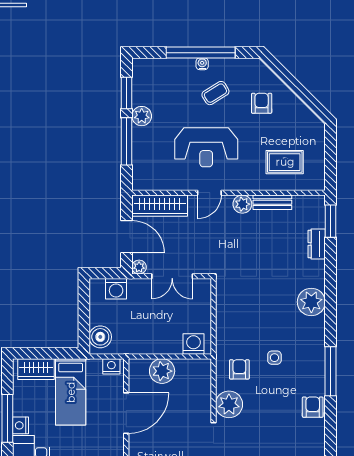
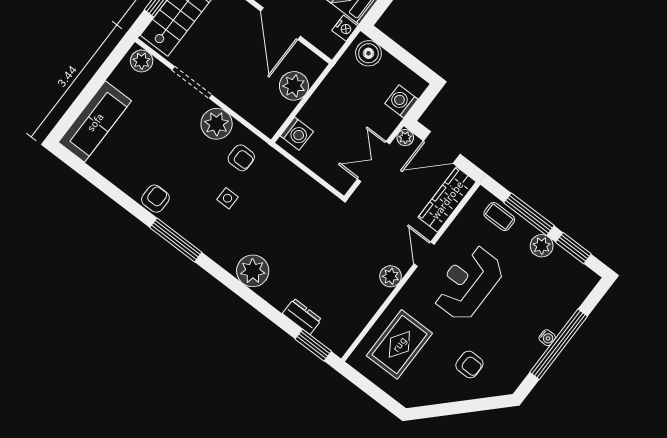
coffee table: (215, 93) -> (499, 217), moved, turned -58
rug: (285, 162) -> (399, 344), width x1.36, depth x1.43
bench: (272, 202) -> (371, 305), removed
nightstand: (111, 366) -> (345, 28), moved
armchair: (313, 407) -> (155, 199), turned -90

